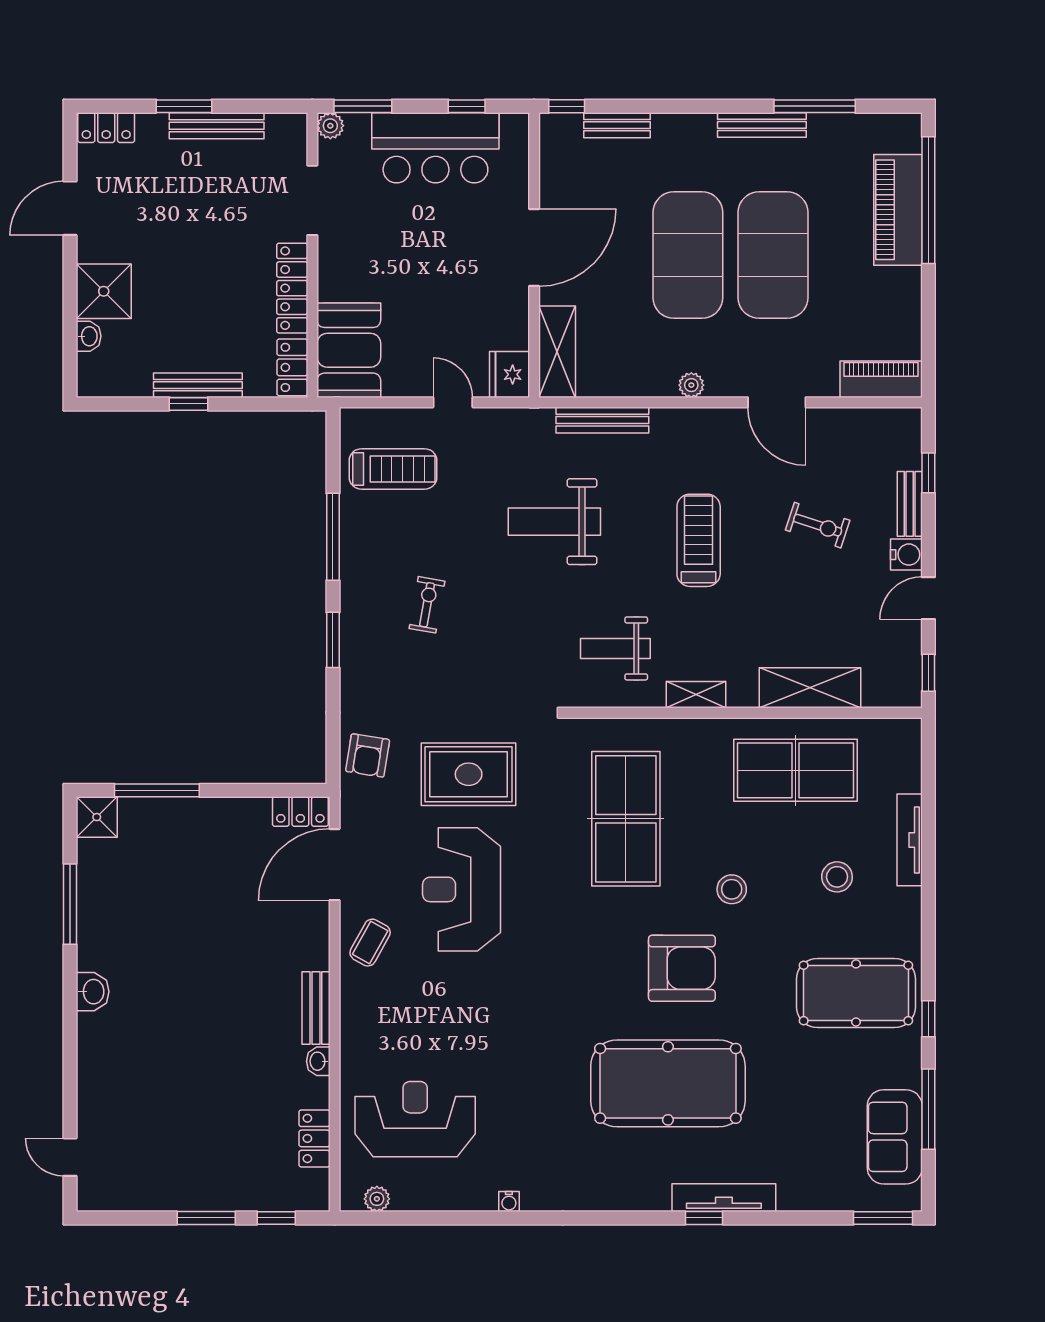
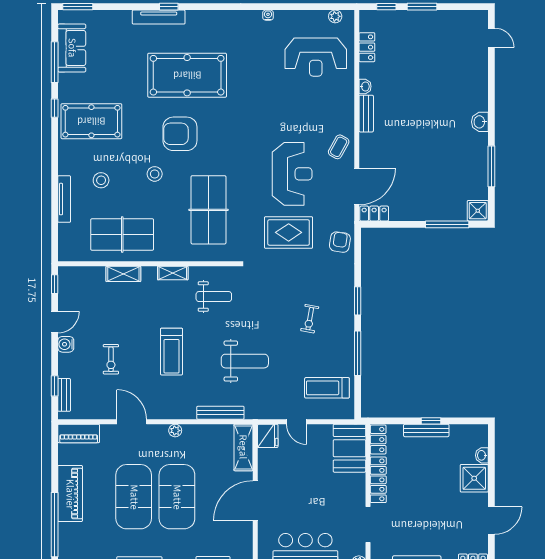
piano: (898, 210) -> (70, 494), moved
bench: (910, 504) -> (64, 395), moved
exercise bike: (818, 525) -> (111, 359), turned -108
shelving: (810, 688) -> (123, 274), width x0.67, depth x0.75

